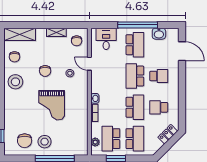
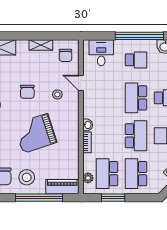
school desk: (135, 45) -> (136, 60), width x0.54
grand piano: (52, 105) -> (35, 133), turned 72
school desk: (135, 139) -> (136, 174), turned 180
piano: (74, 149) -> (62, 187), added

